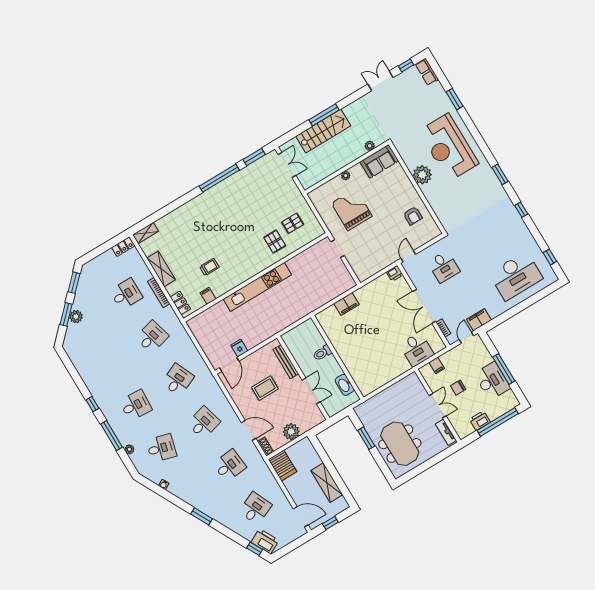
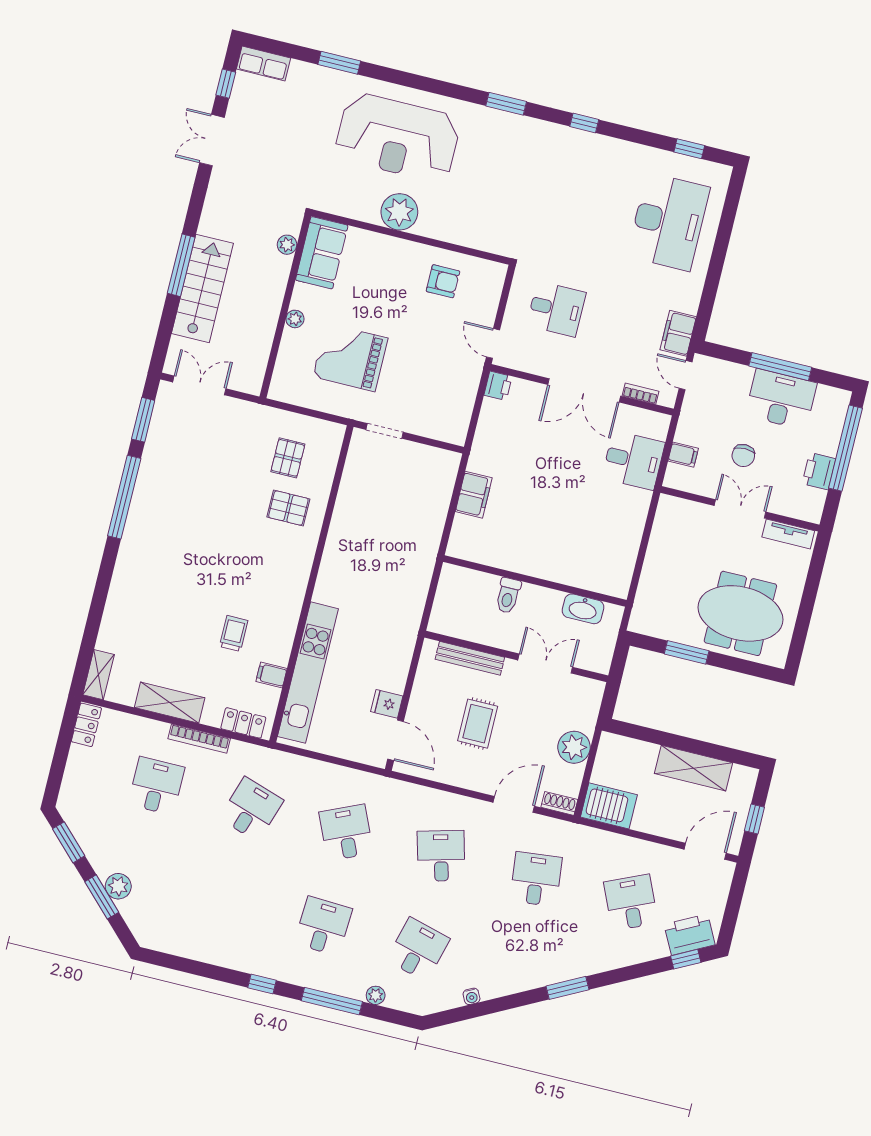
kitchen unit: (257, 287) -> (308, 673), moved
desk: (152, 337) -> (251, 809), turned 33

